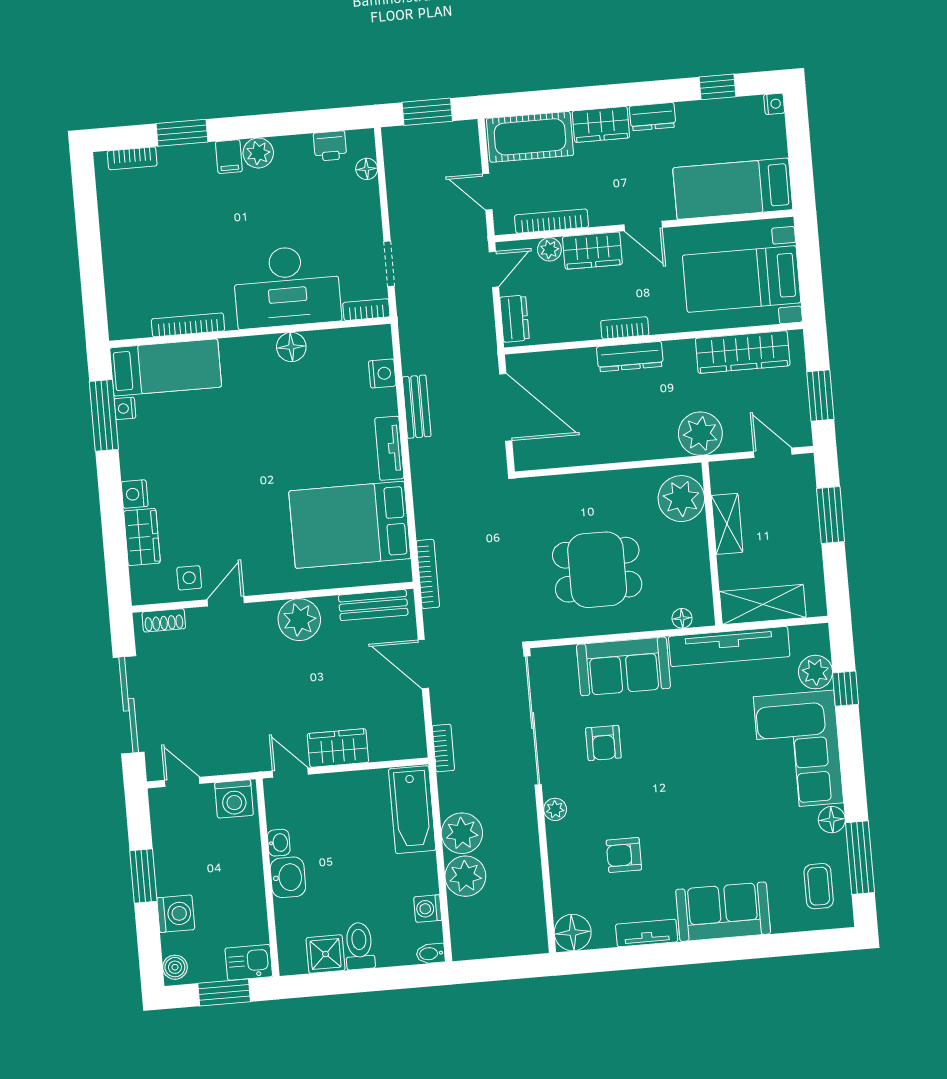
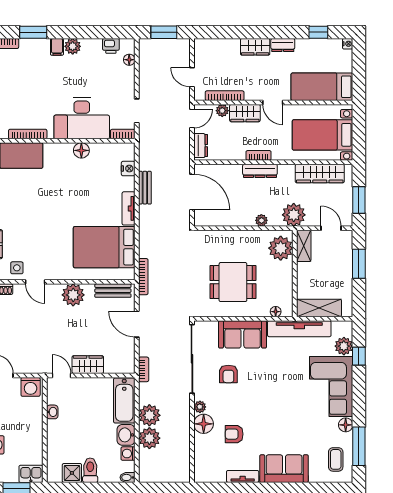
cot: (530, 137) -> (217, 50), removed
plant: (641, 449) -> (261, 220), added
shelving: (727, 524) -> (304, 246), moved
door: (226, 601) -> (35, 282), swing flipped
washbasin: (288, 877) -> (126, 435), moved, turned 180
floor lamp: (573, 933) -> (204, 424), moved

